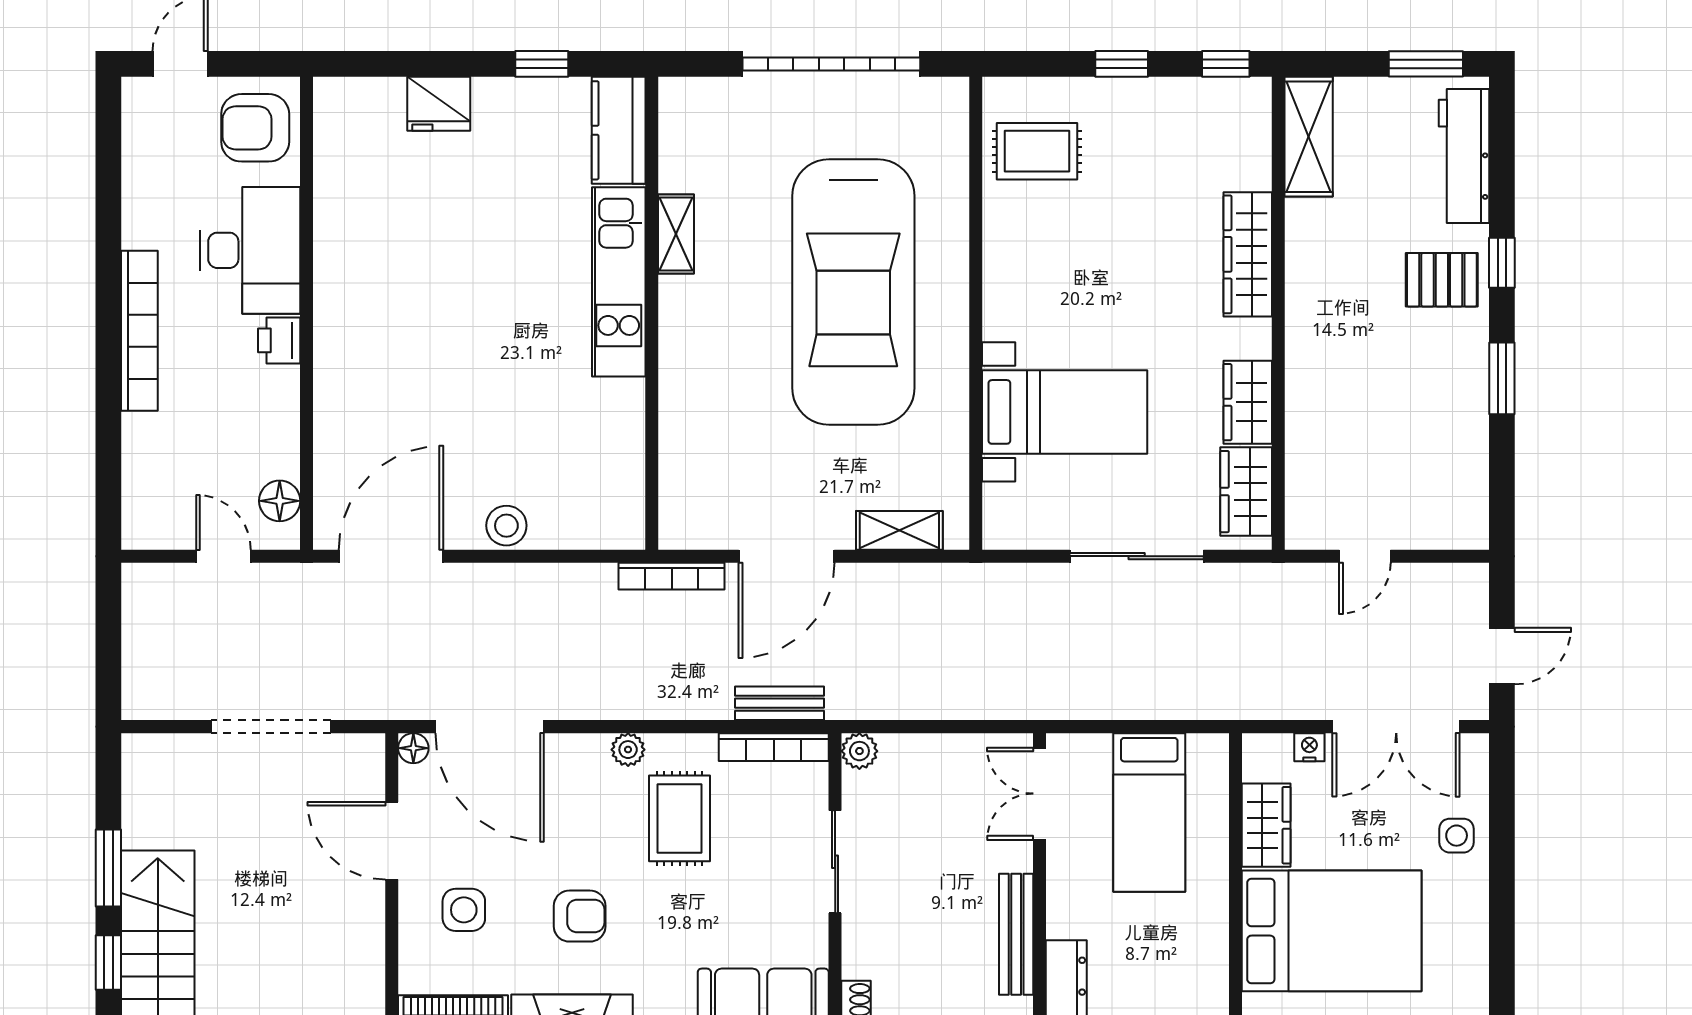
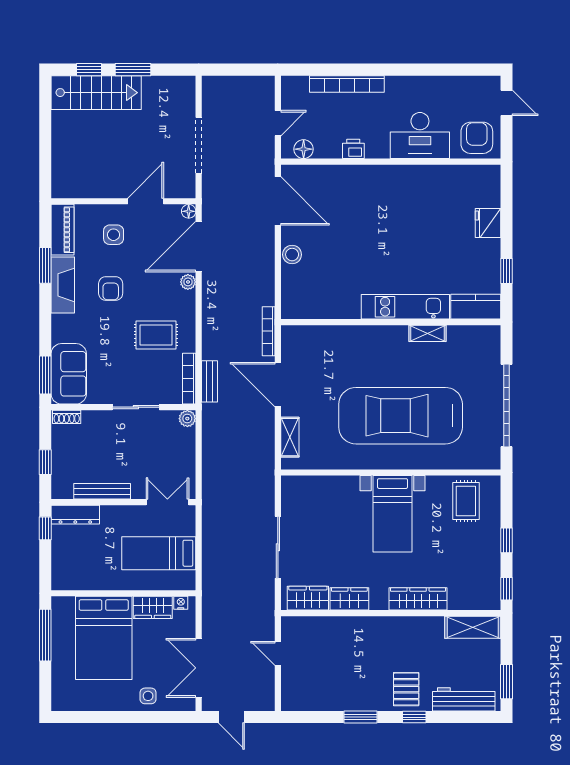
bookcase: (139, 331) -> (347, 84), moved
printer: (279, 340) -> (353, 149), moved
bed with nightstands: (1065, 412) -> (393, 514), moved
nightstand: (1309, 747) -> (181, 603), moved, turned -90
plant: (628, 750) -> (188, 282), moved

